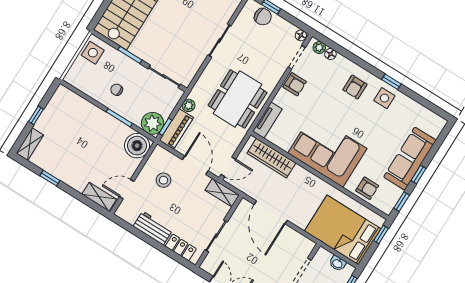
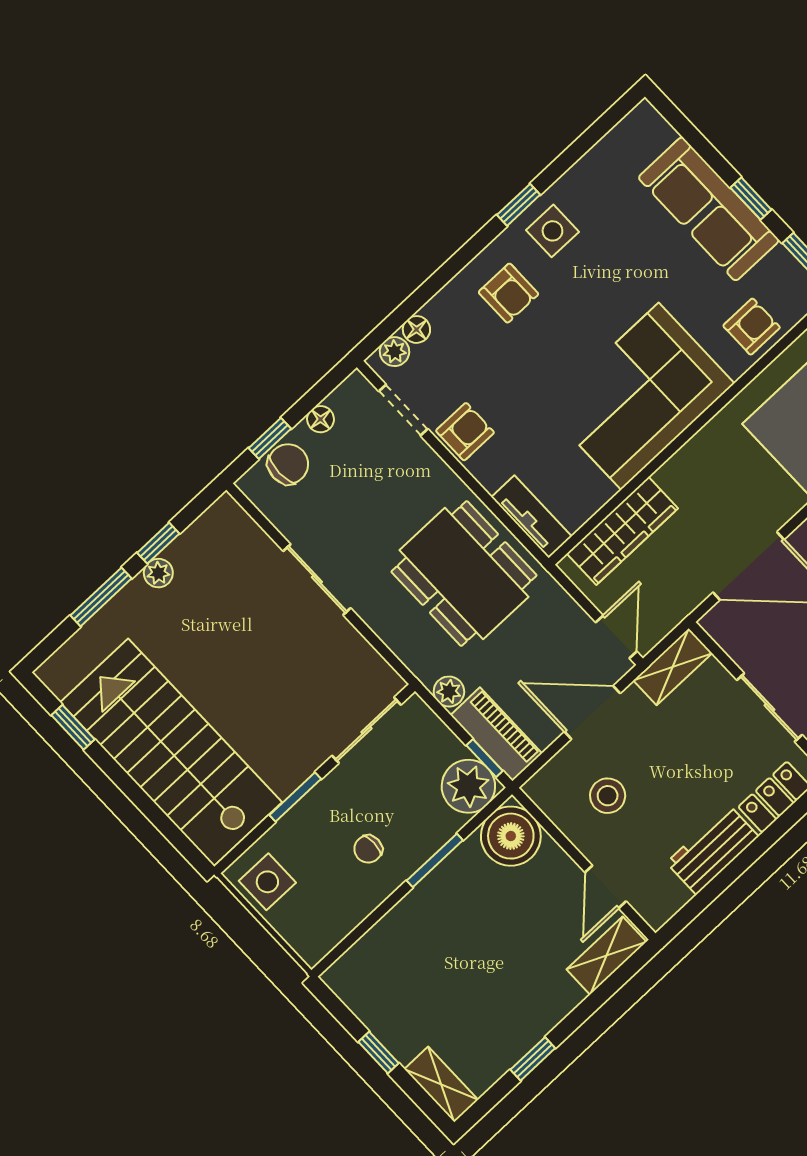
floor lamp: (301, 35) -> (321, 419), moved

